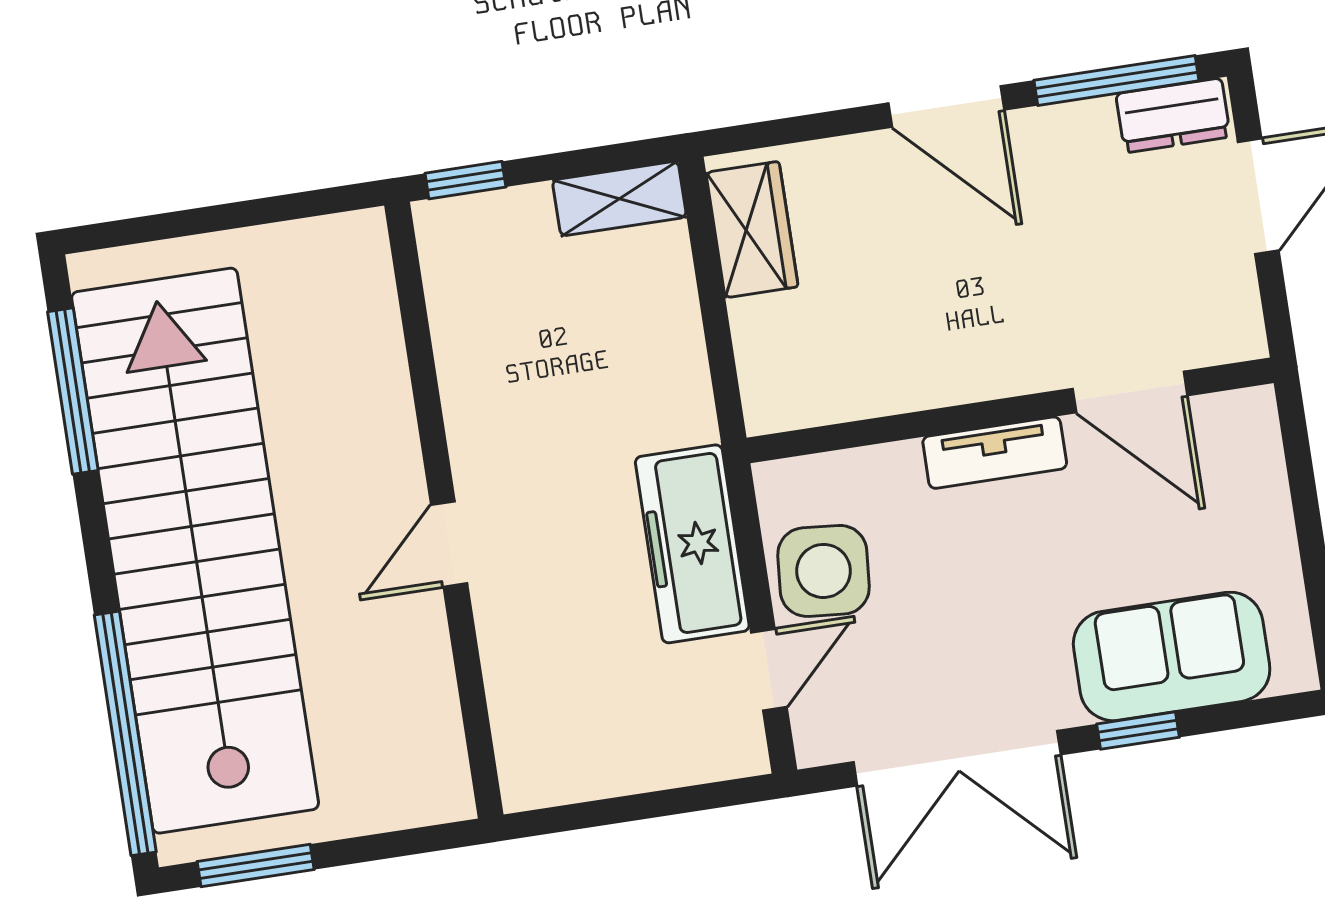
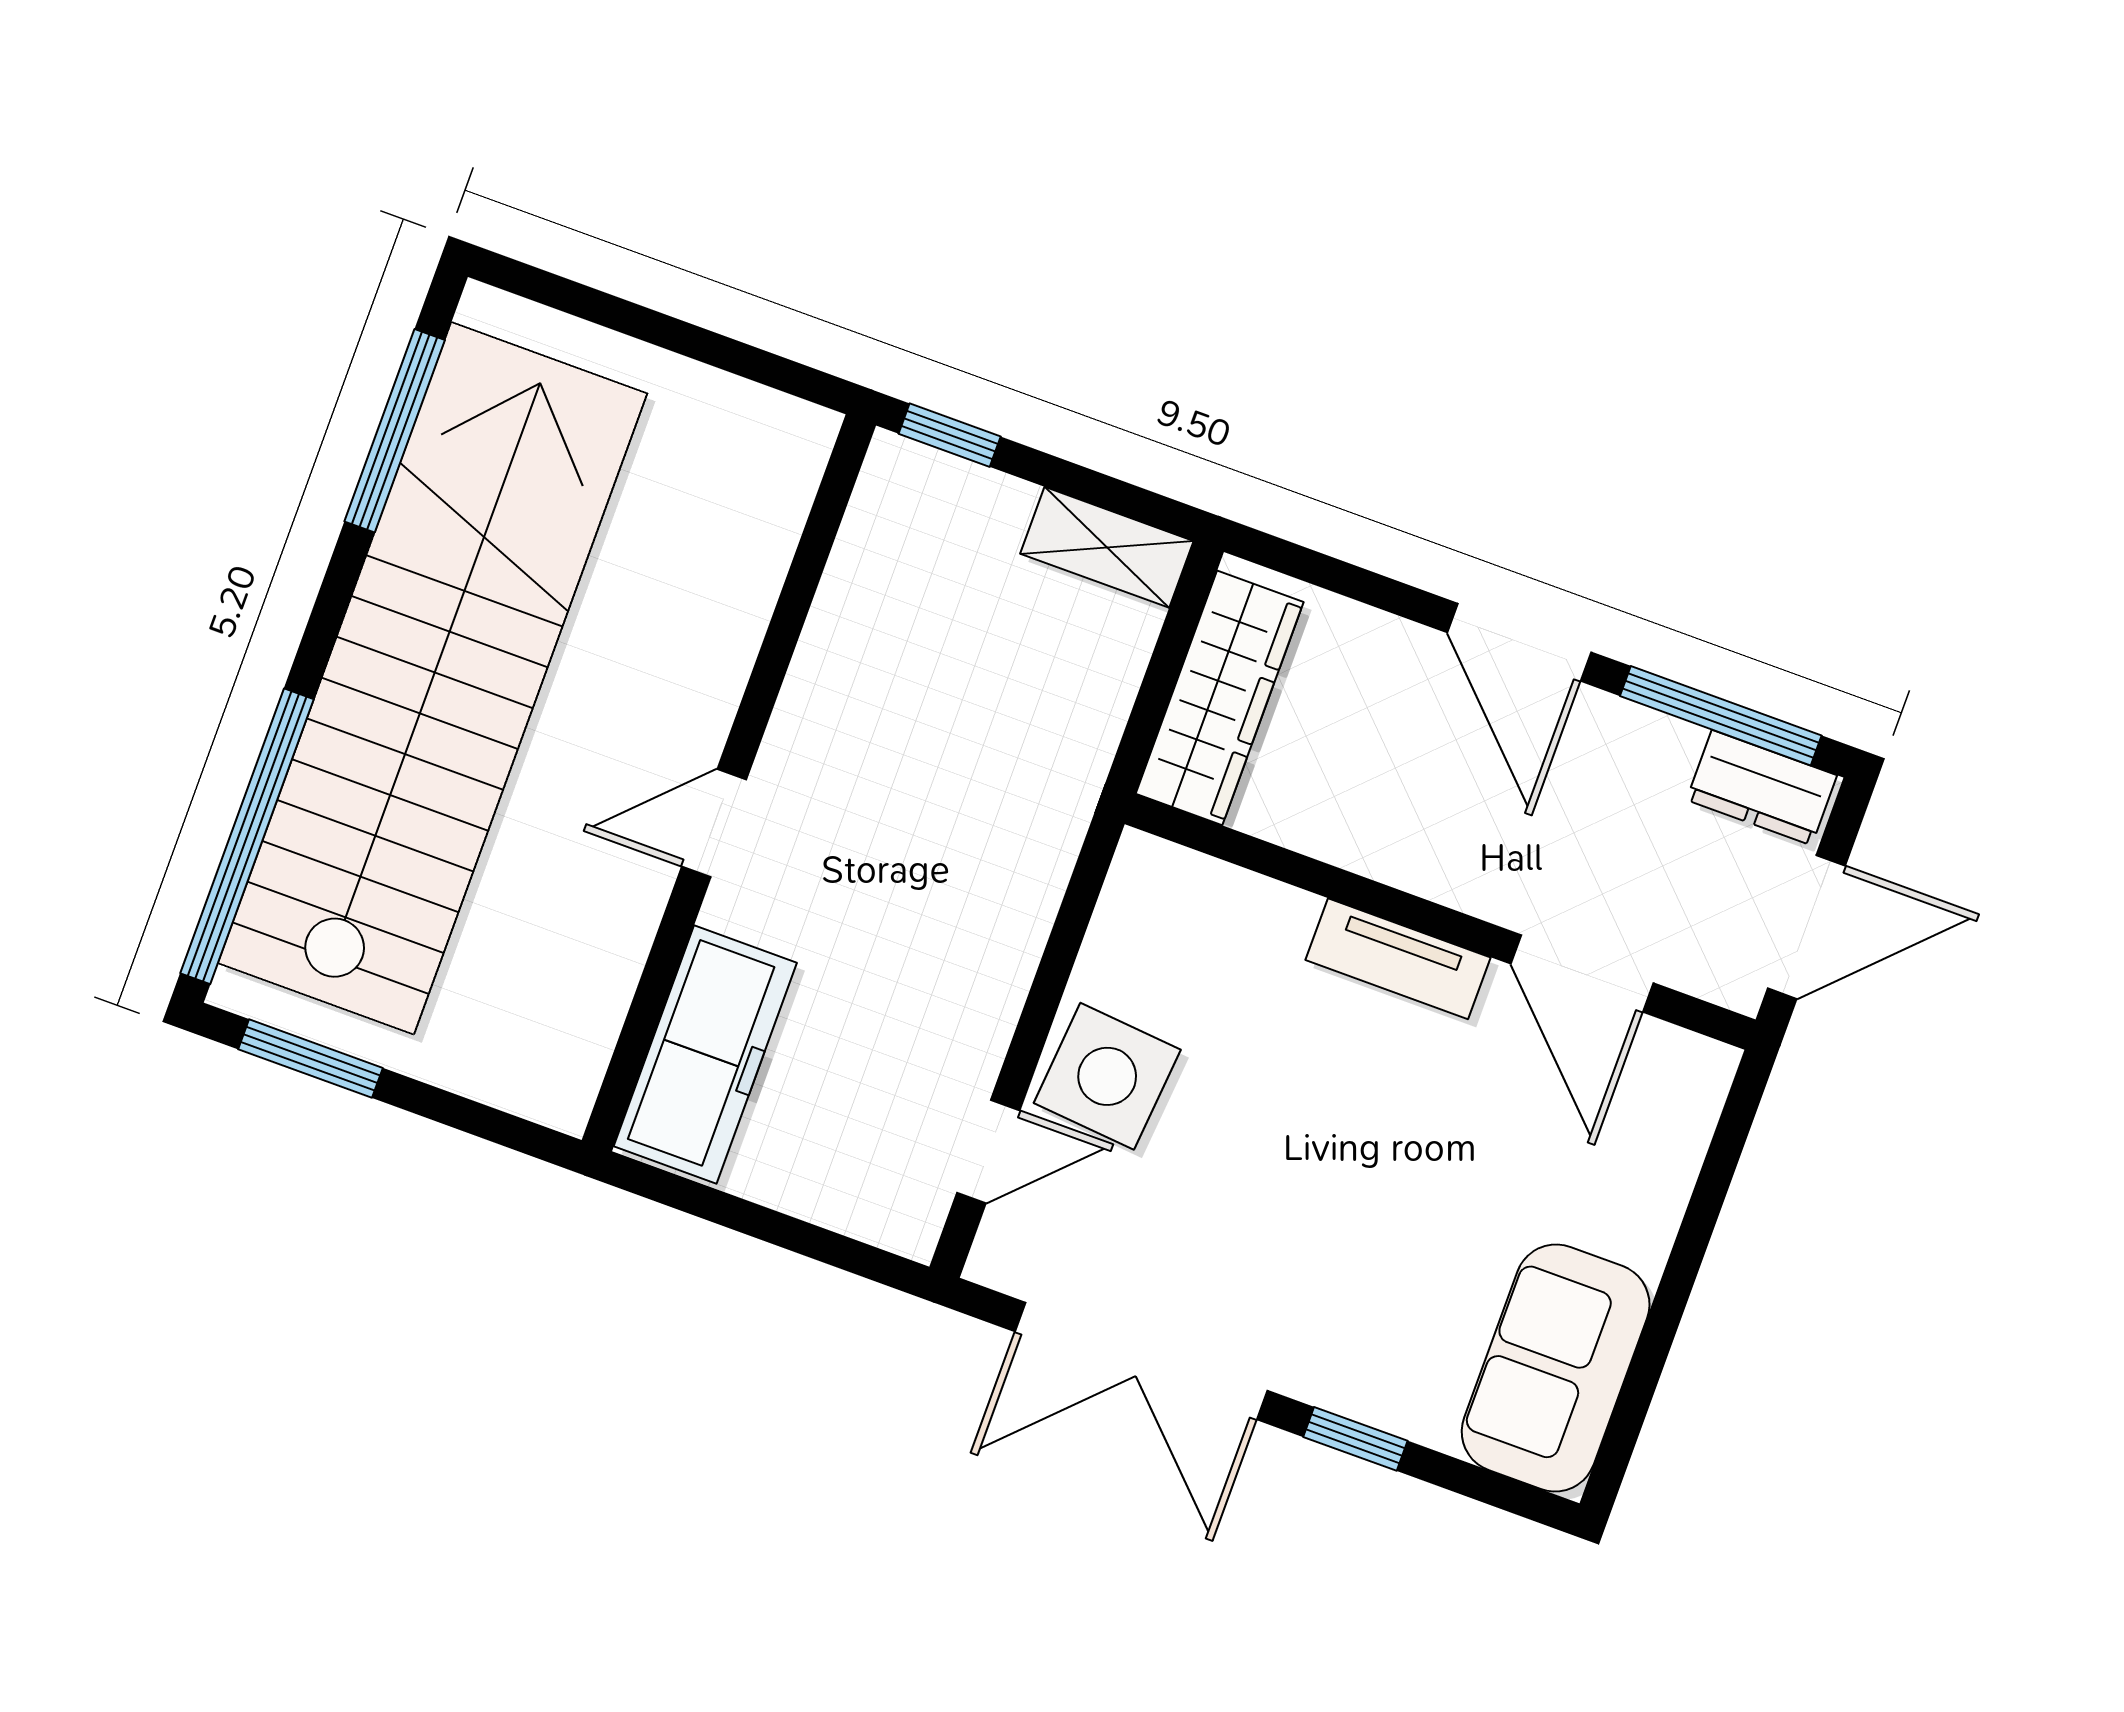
wardrobe: (752, 230) -> (1220, 698), width x1.50
door: (1130, 392) -> (1582, 973), moved
wall: (1010, 410) -> (1440, 922), moved
tv unit: (995, 453) -> (1398, 959), moved
freezer: (692, 544) -> (705, 1054), moved, turned 180
sofa: (1172, 656) -> (1556, 1368), moved, turned -90

